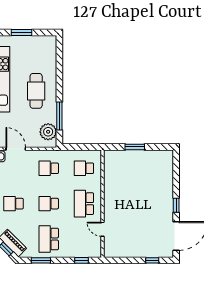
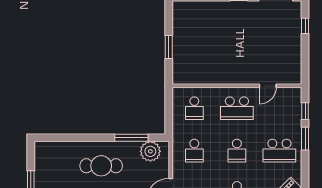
window: (41, 260) -> (305, 139), moved

